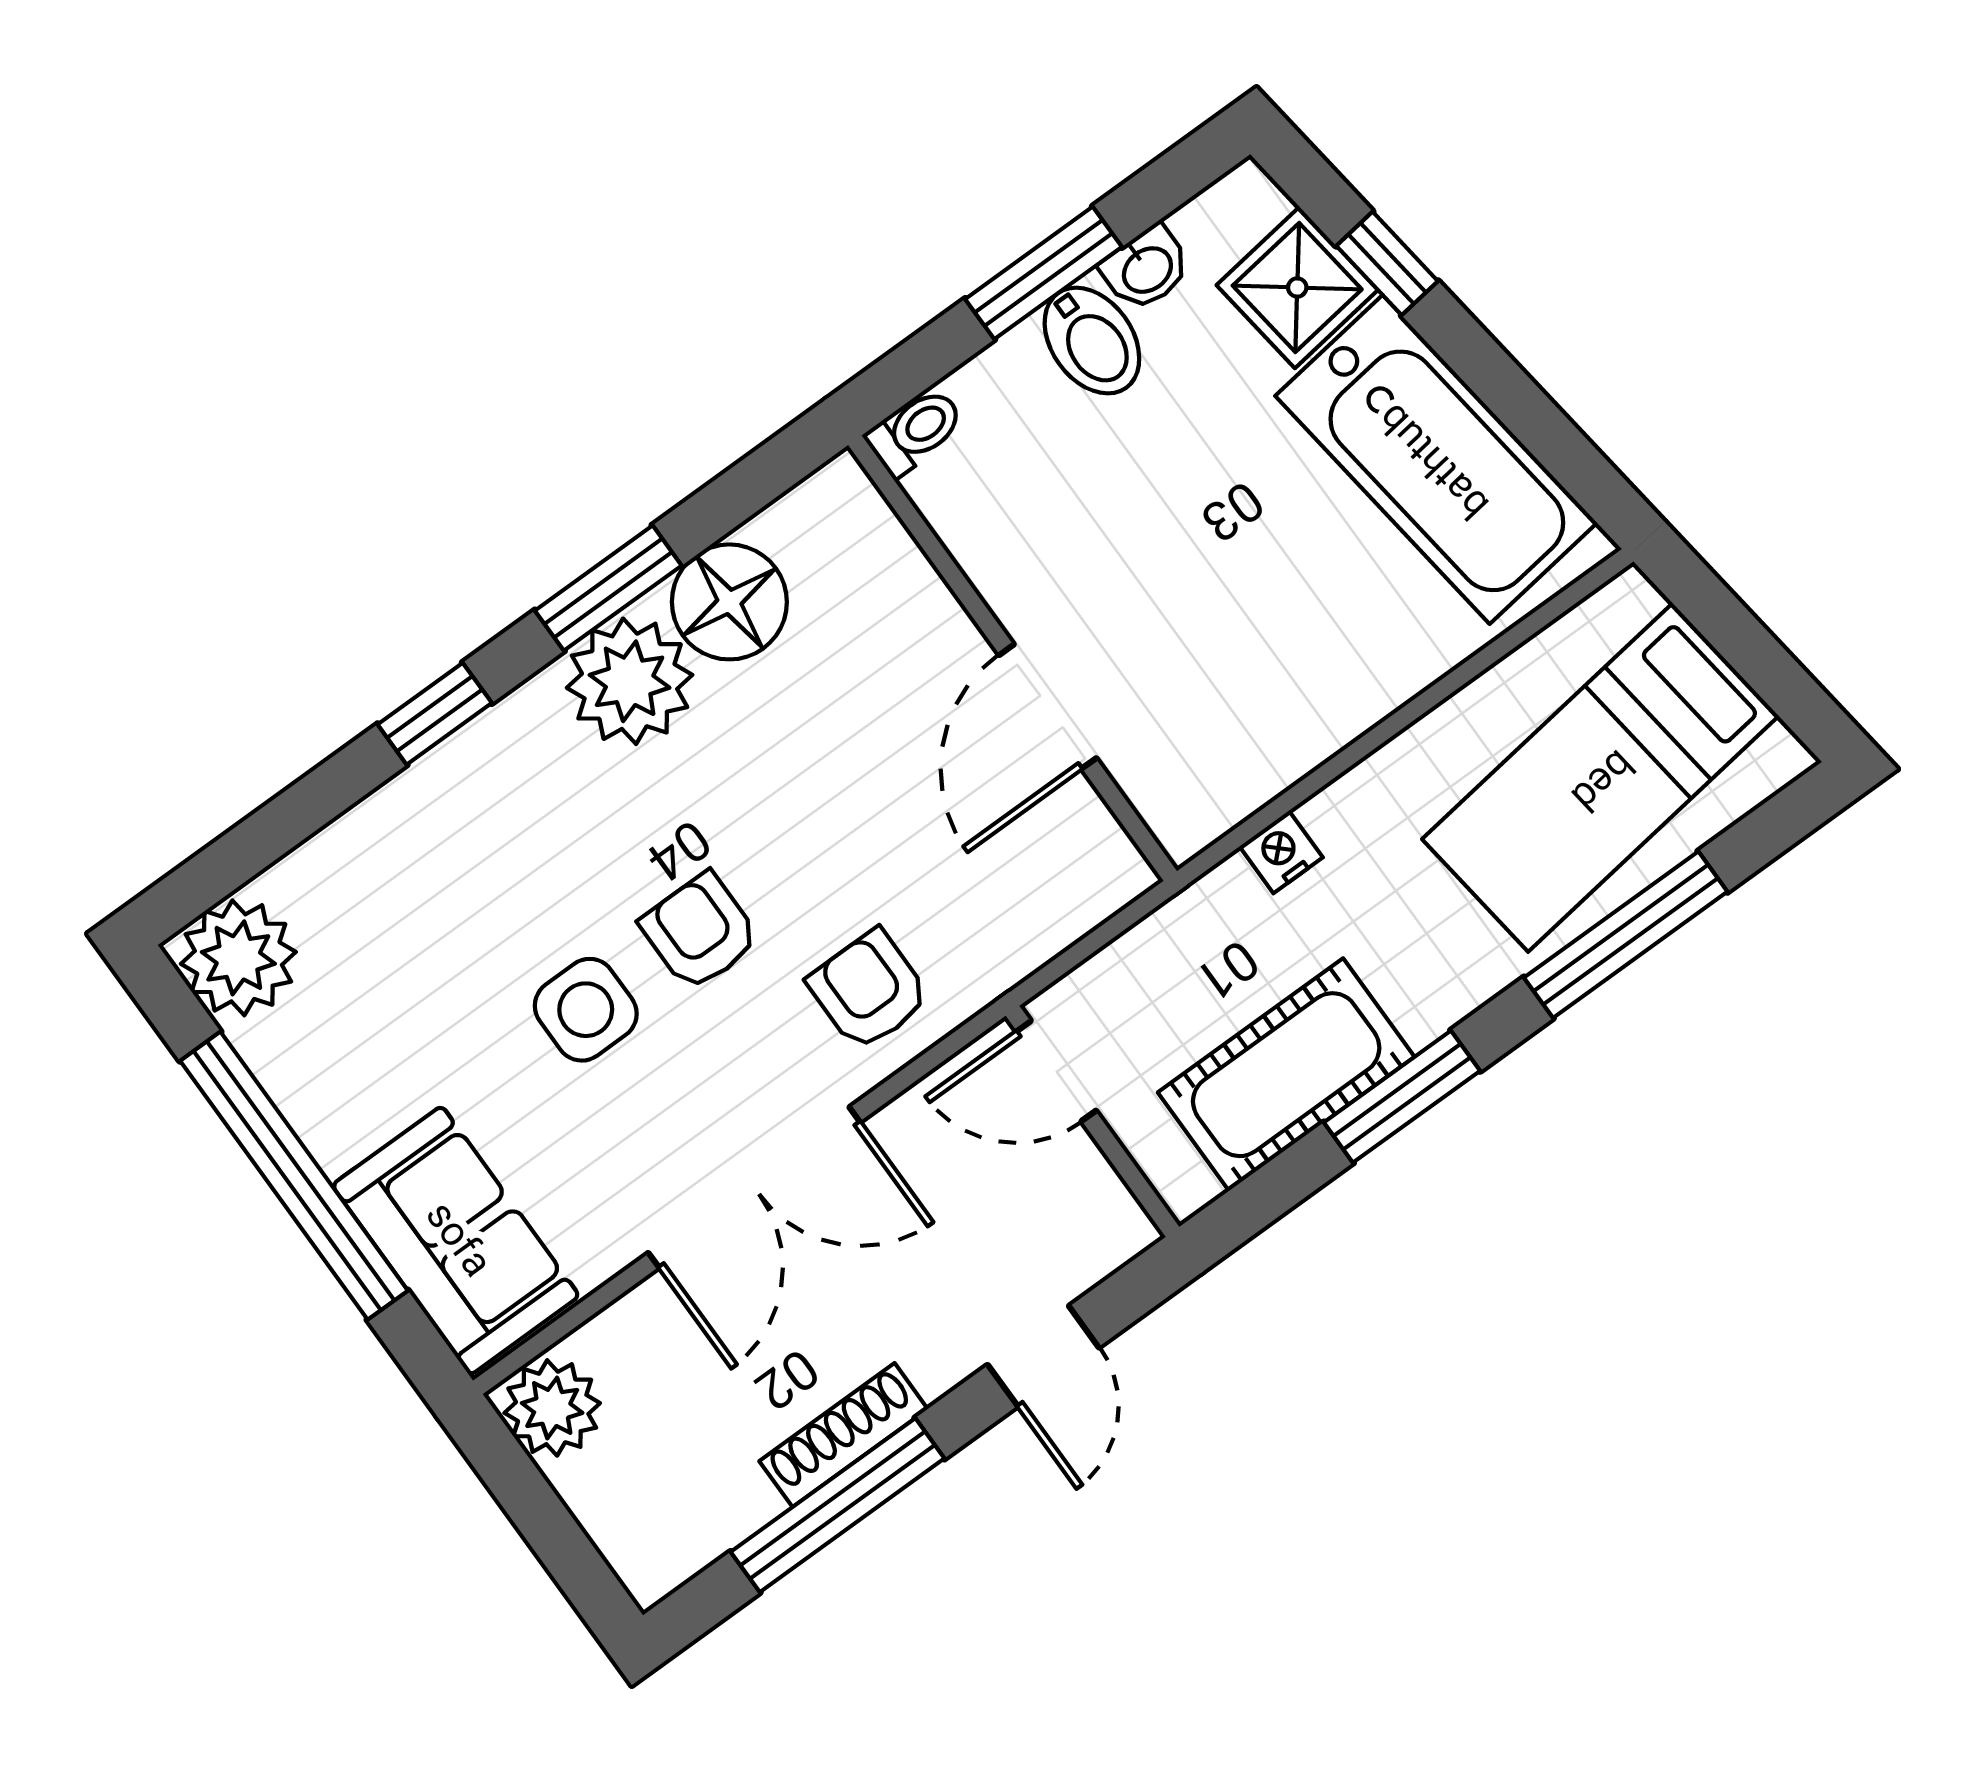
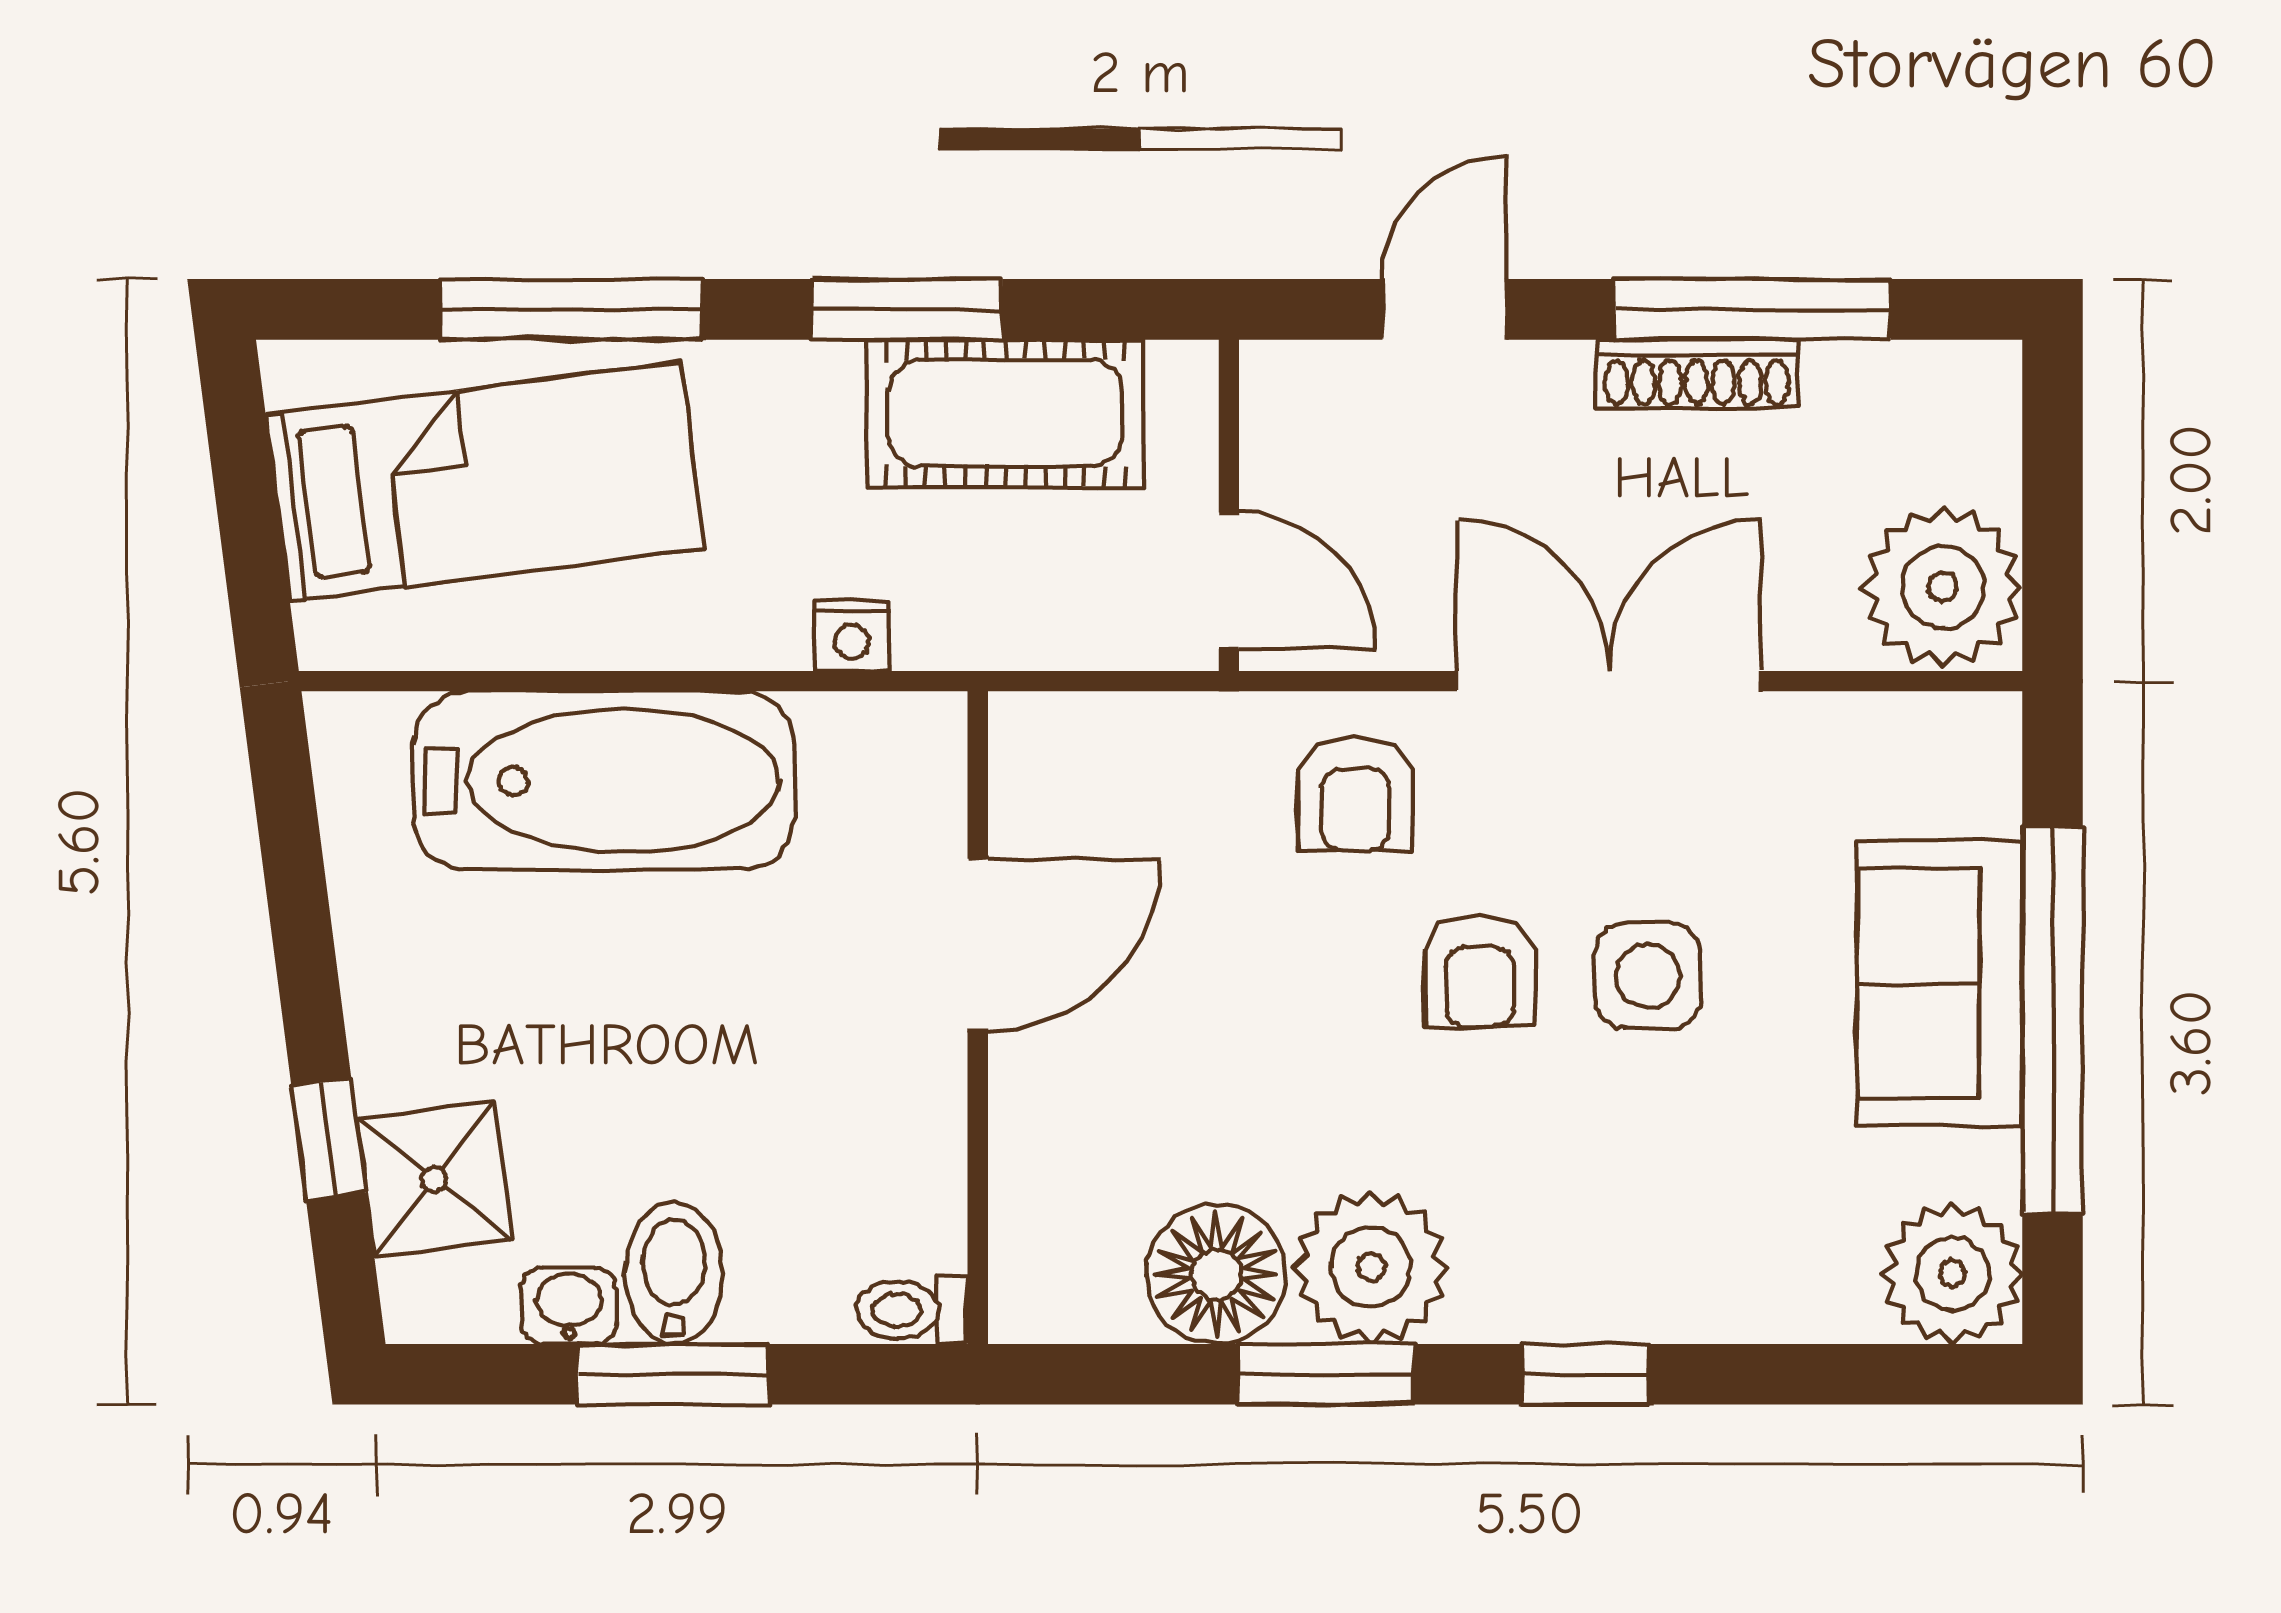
bathtub: (1436, 459) -> (604, 781), moved, turned 97
sofa: (456, 1241) -> (1940, 983), moved
plant: (552, 1408) -> (1943, 587), width x1.36, depth x1.36

